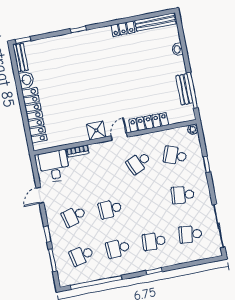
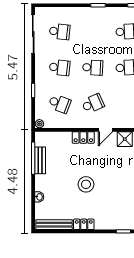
stool: (129, 73) -> (86, 184), added
locker: (149, 122) -> (83, 137), width x0.66
school desk: (154, 241) -> (93, 68), moved

